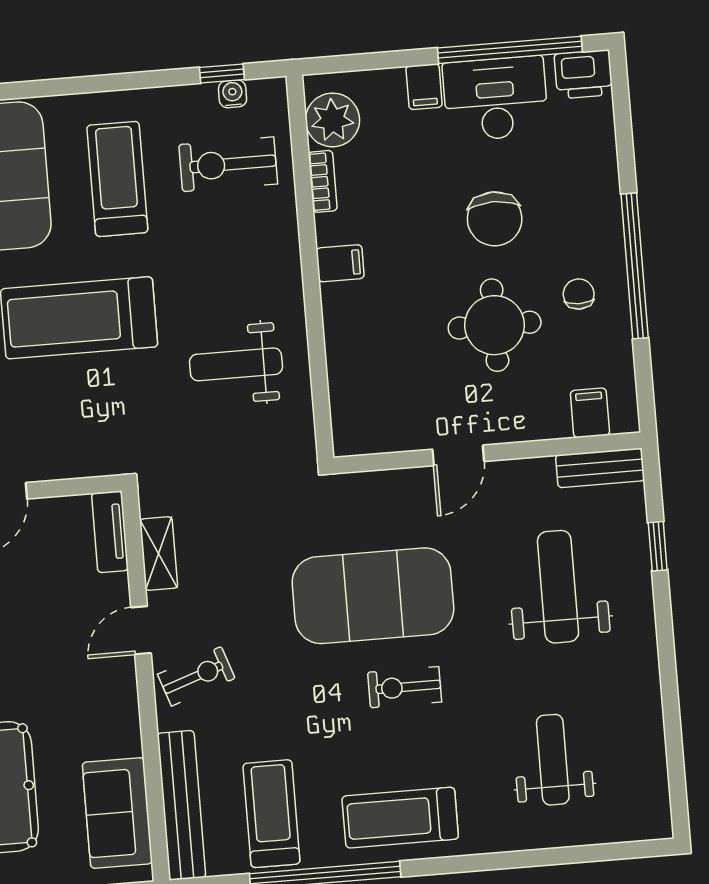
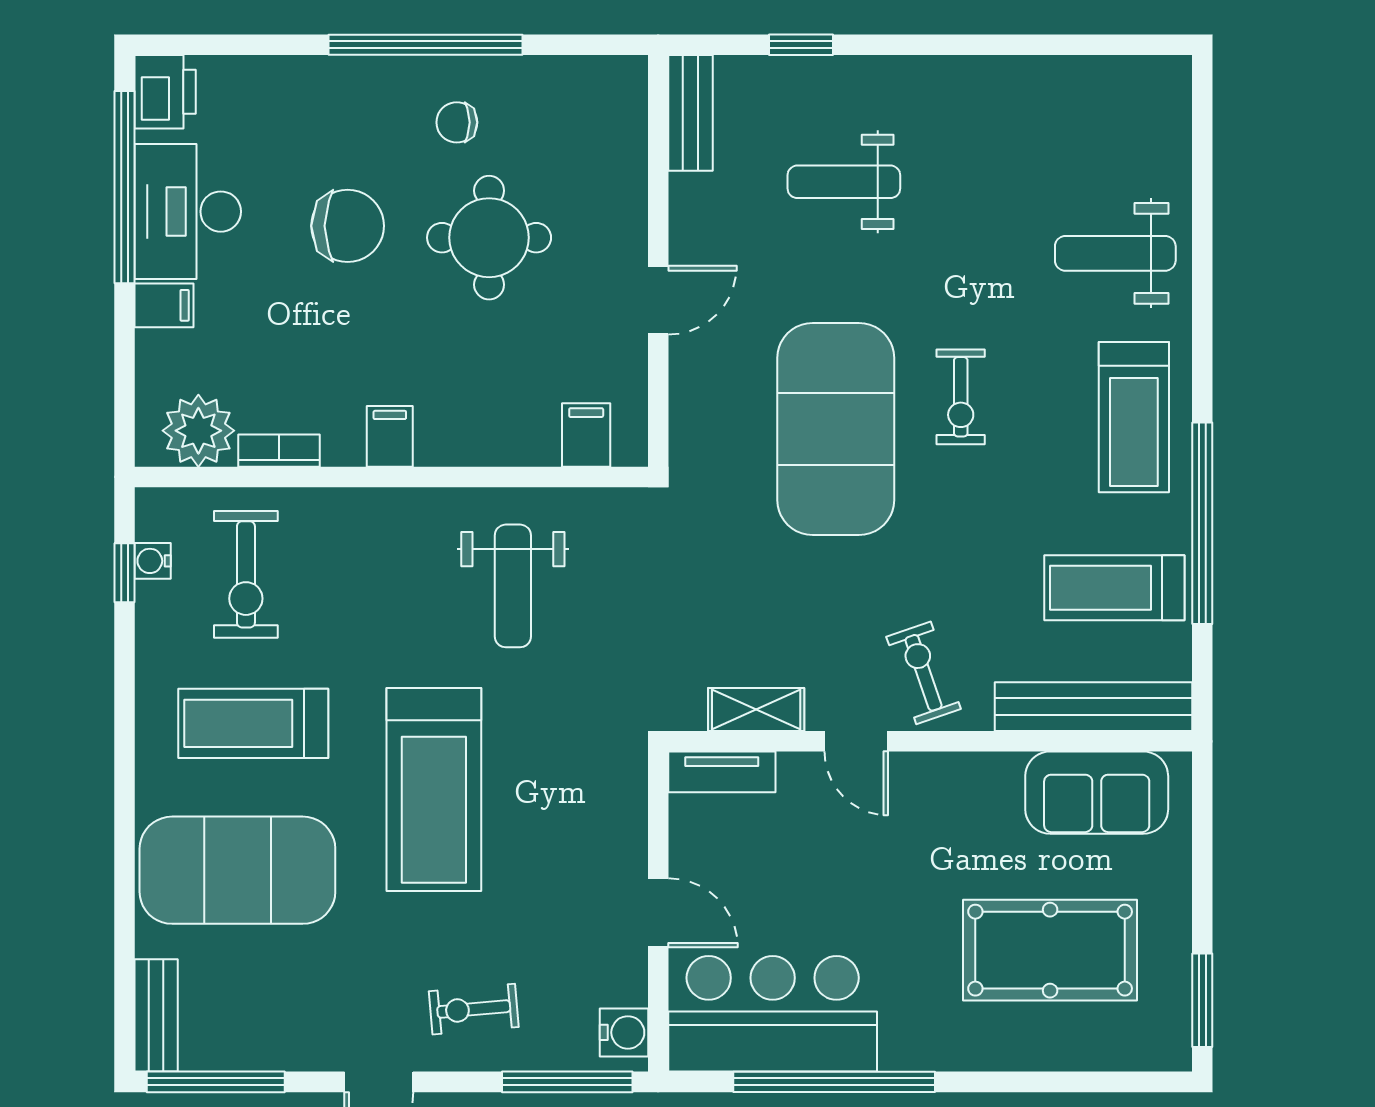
filing cabinet: (590, 413) -> (586, 435), moved, turned 90
door: (458, 455) -> (658, 300), hinge flipped
weight bench: (558, 587) -> (844, 182), width x0.73, depth x0.75
weight bench: (553, 760) -> (1115, 253), moved

